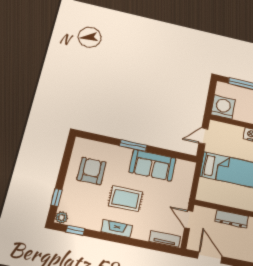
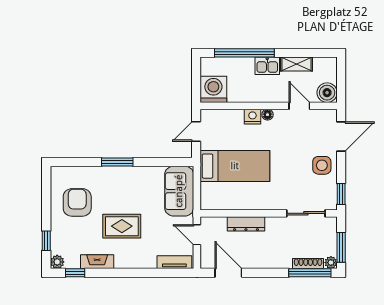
sofa: (153, 165) -> (179, 191), moved, turned 90
fireplace: (117, 229) -> (97, 262), moved

